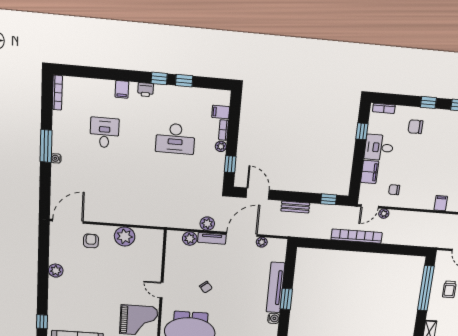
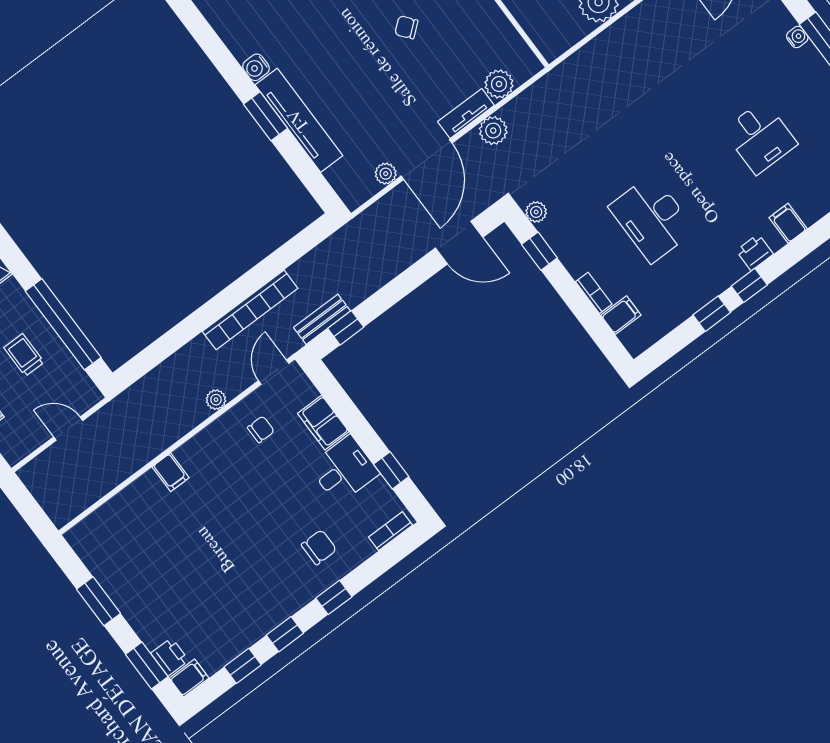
desk: (175, 139) -> (652, 218), turned -90
plant: (221, 146) -> (536, 212), moved
bench: (295, 207) -> (322, 319), moved
plant: (384, 214) -> (216, 400), moved

